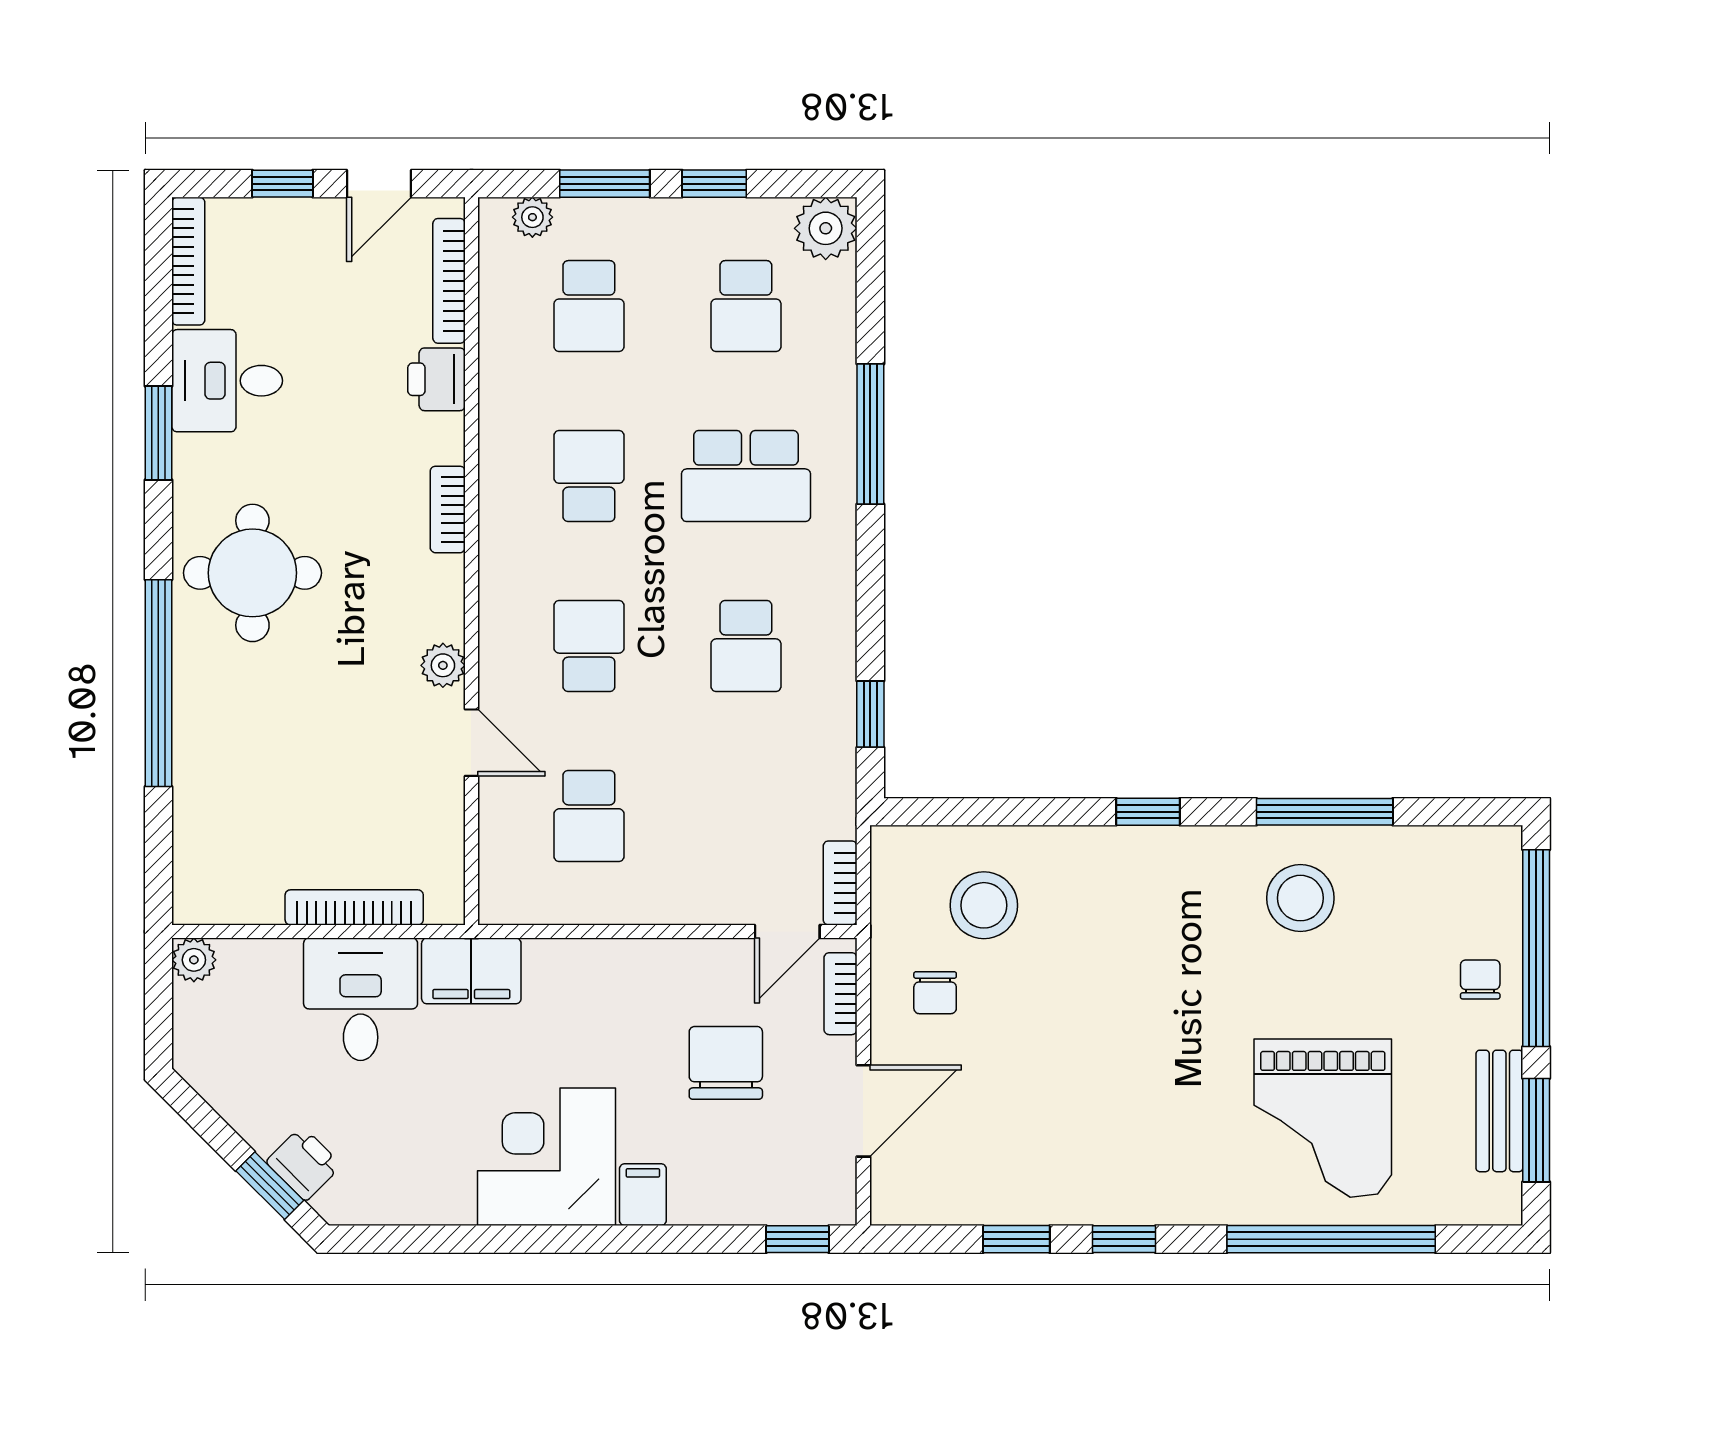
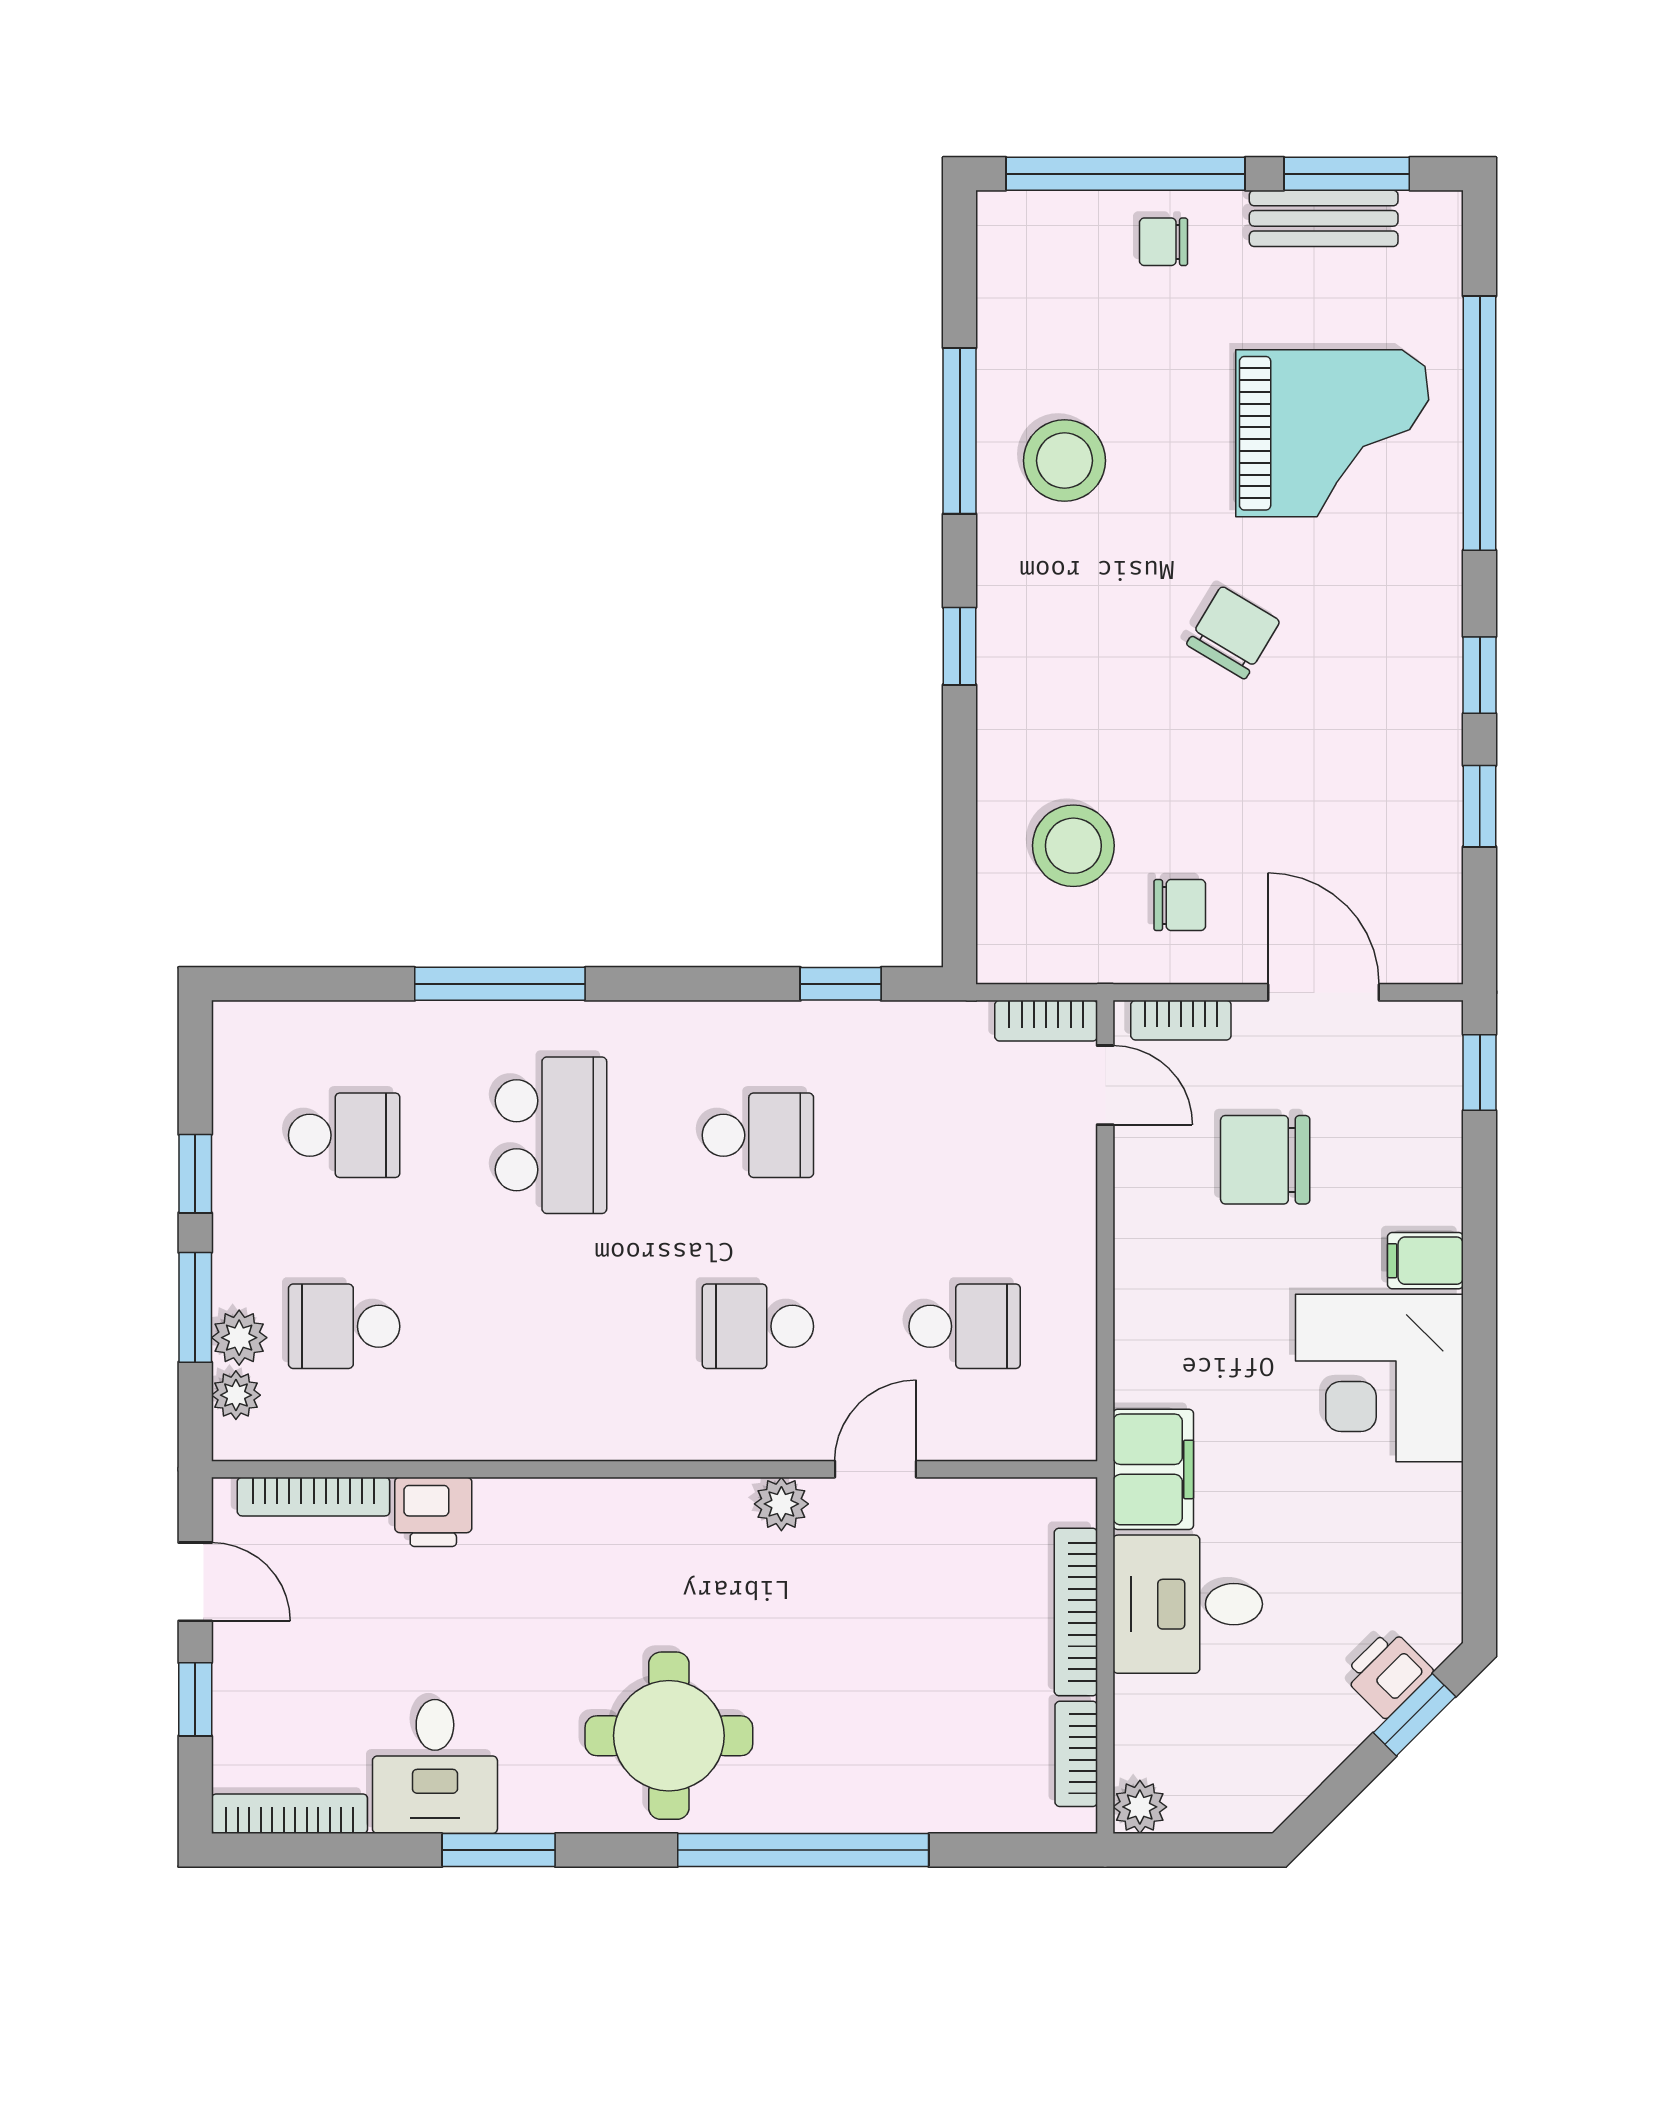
plant: (826, 228) -> (239, 1338), moved, width x0.73, depth x0.73
school desk: (589, 306) -> (344, 1326), turned 180
school desk: (589, 476) -> (551, 1326), removed
bookcase: (448, 509) -> (1076, 1754), moved, turned 90
chair: (1159, 1037) -> (1233, 633), added

